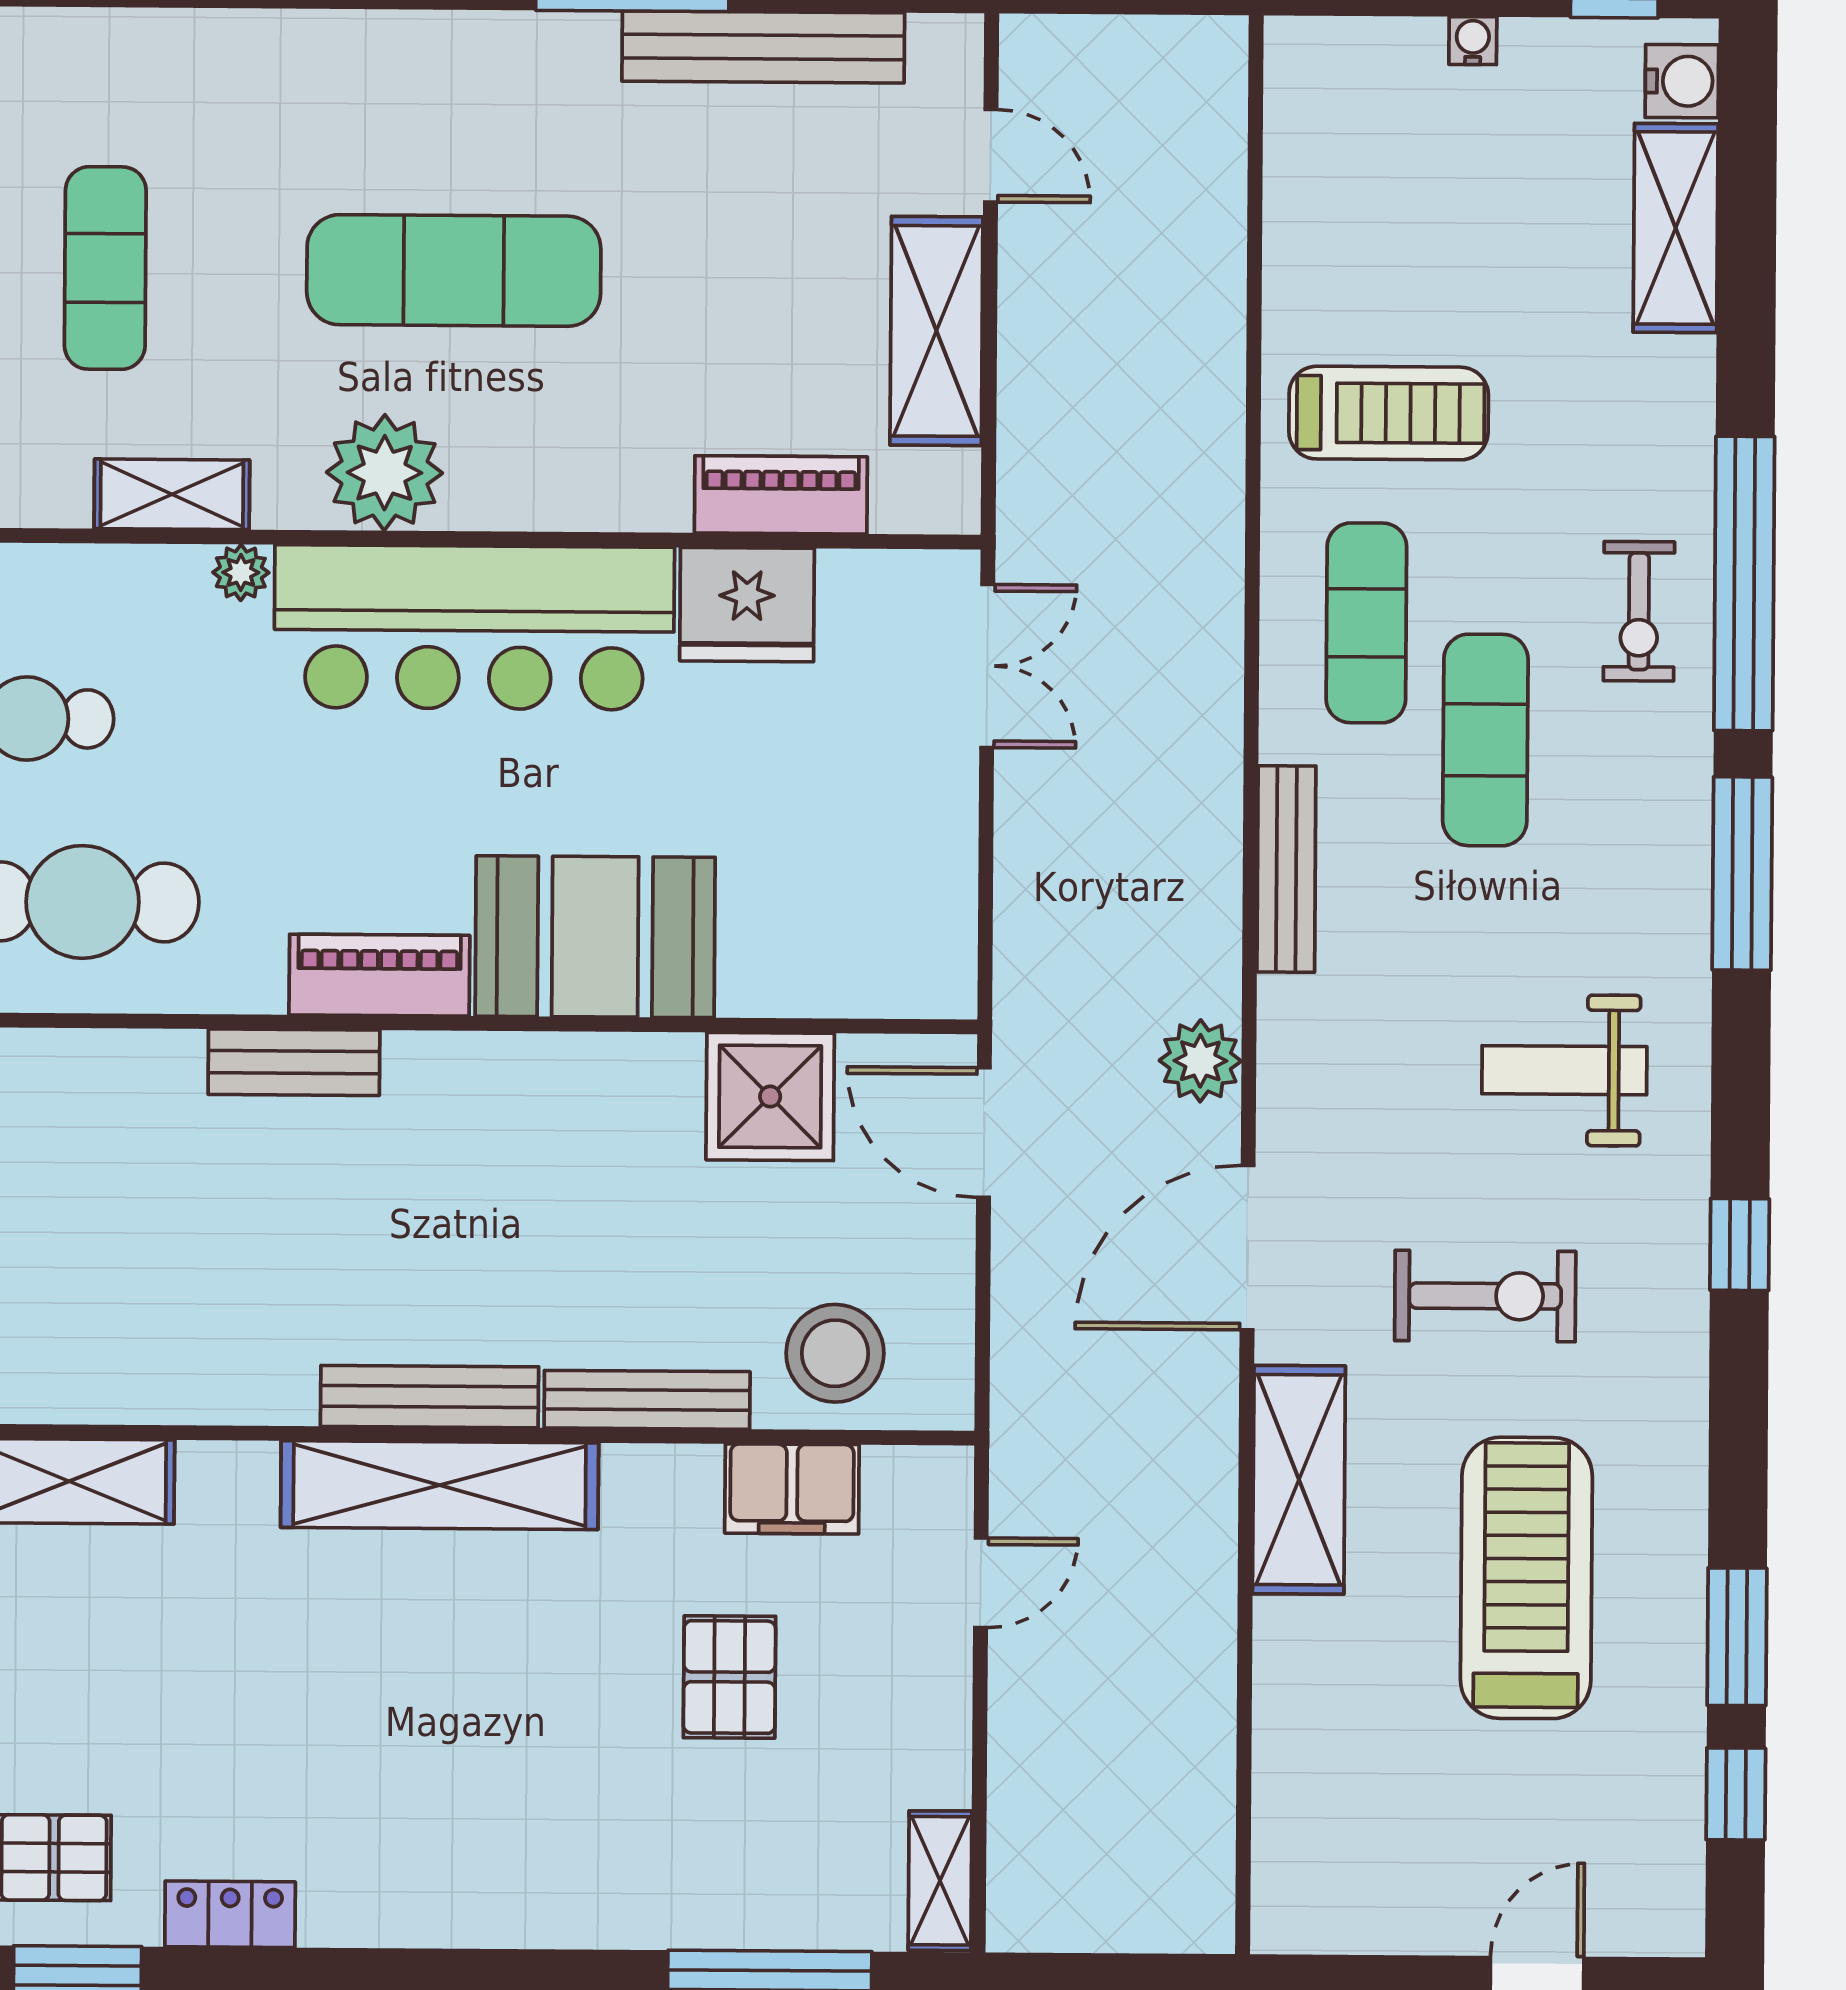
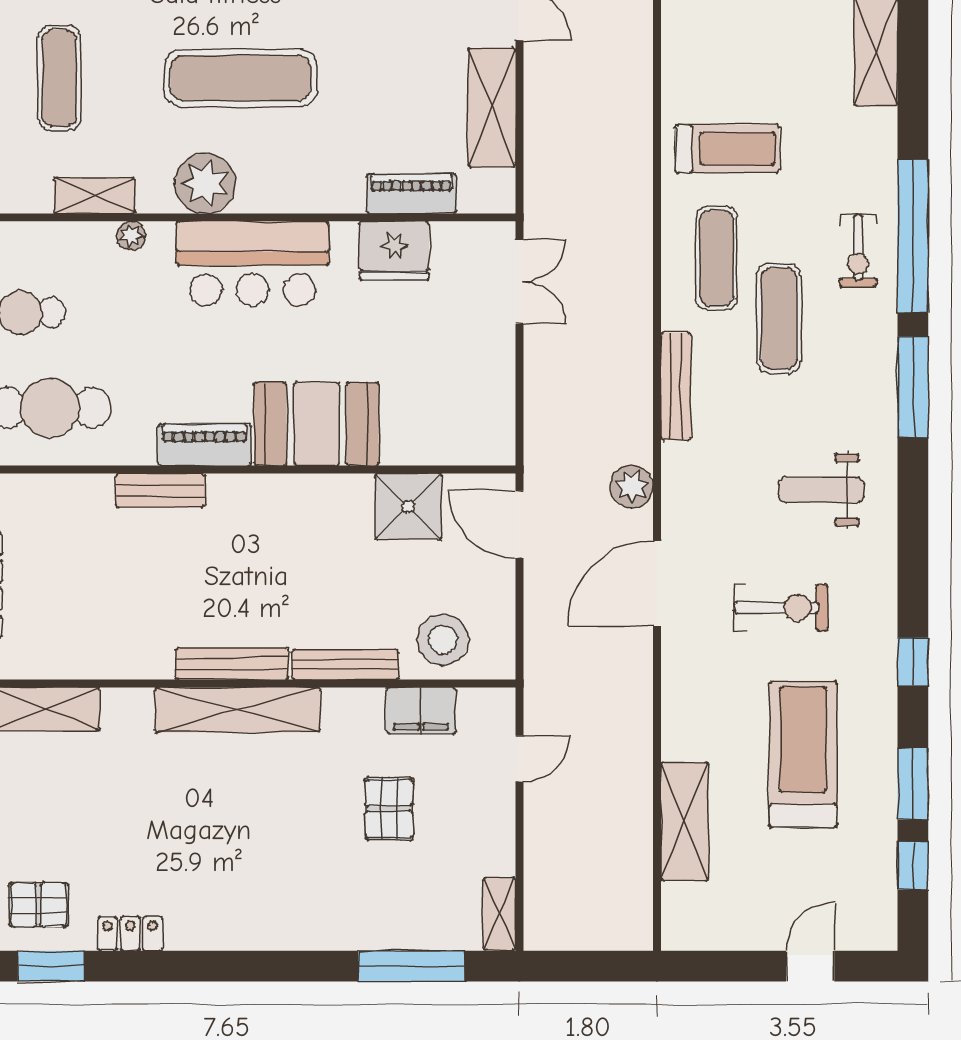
bar counter: (474, 627) -> (253, 264), width x0.73
window: (1740, 1244) -> (913, 662), moved
shelving: (1299, 1480) -> (685, 821), moved

